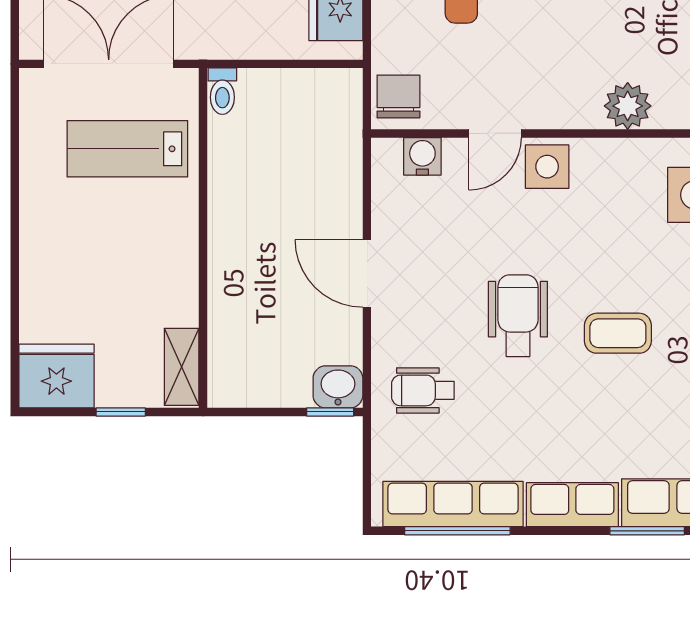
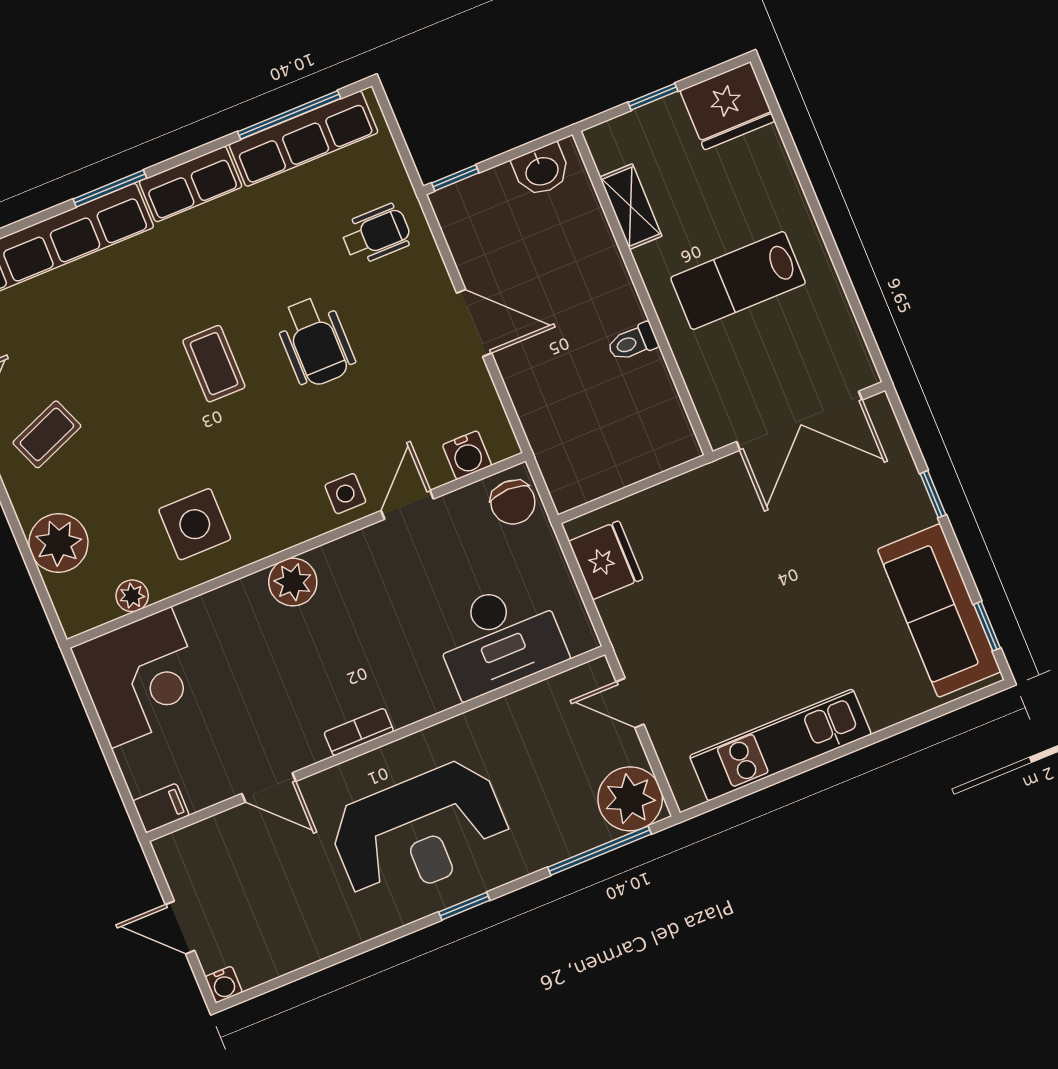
toilet: (222, 91) -> (633, 342), moved, turned -90
lab bench: (127, 149) -> (738, 281), moved, turned 180
side table: (547, 167) -> (345, 494), width x0.73, depth x0.73
coffee table: (618, 333) -> (214, 364), turned 90
shelving: (182, 367) -> (631, 207), moved
washbasin: (338, 387) -> (542, 170), moved

